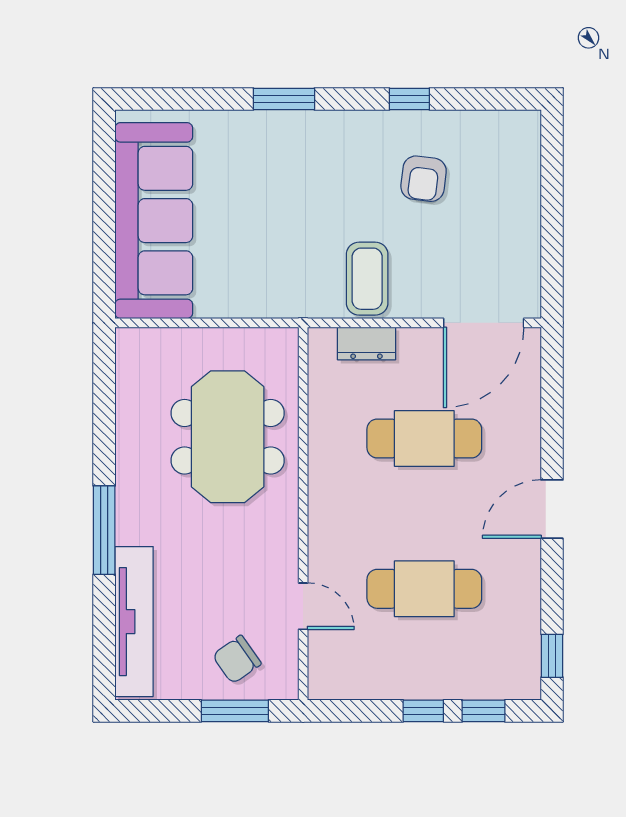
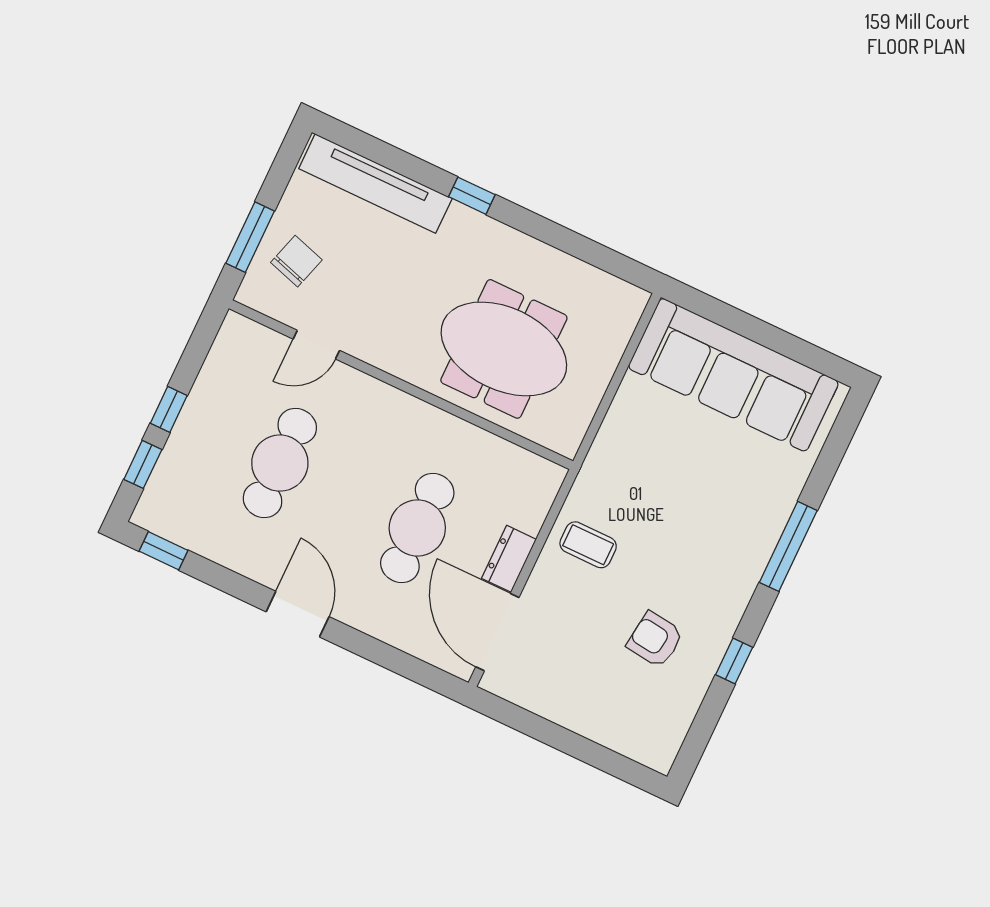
window: (284, 99) -> (788, 546), width x1.44
coffee table: (367, 279) -> (588, 545), width x0.73, depth x0.77
dresser: (366, 344) -> (509, 559), moved
window: (104, 530) -> (472, 196), width x0.46
chair: (237, 659) -> (296, 261), turned 52

